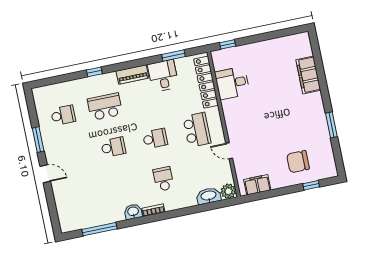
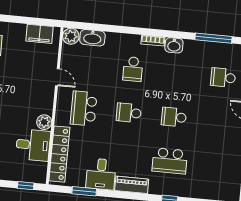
plant: (229, 107) -> (44, 122), added
school desk: (63, 115) -> (223, 78), moved

